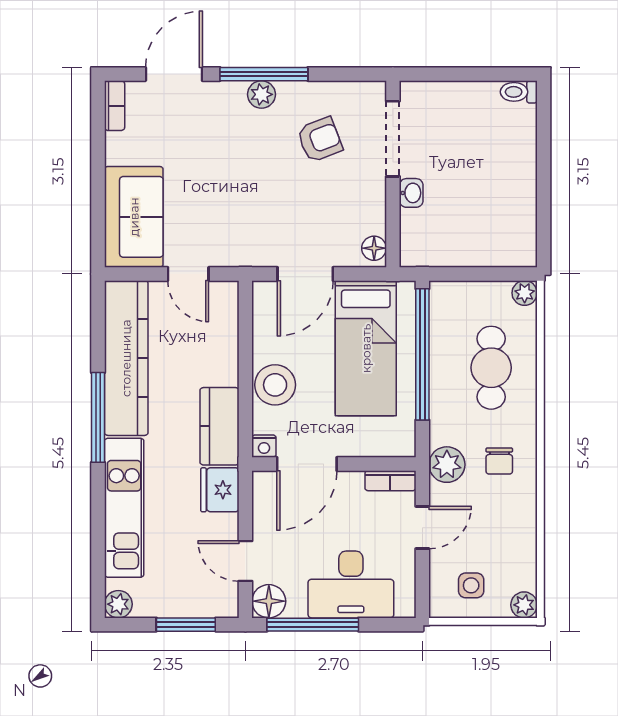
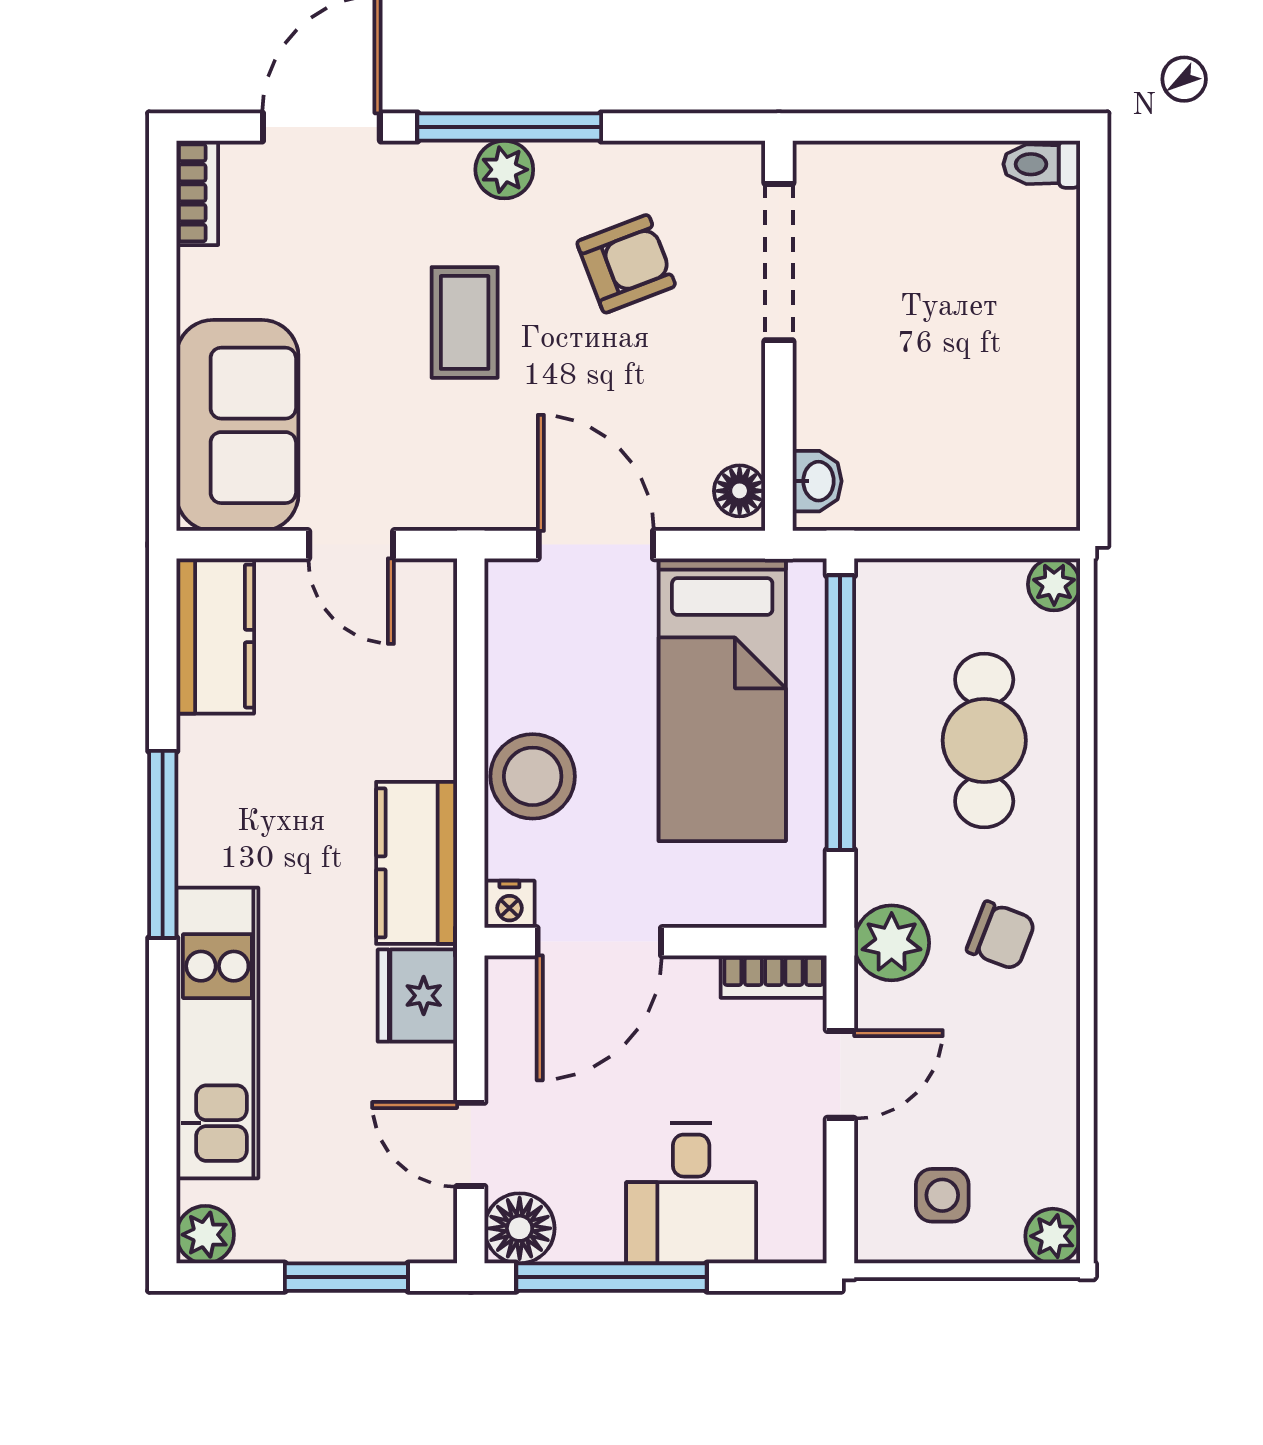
coffee table: (243, 168) -> (465, 322), added
washbasin: (411, 193) -> (817, 481), moved
door: (305, 274) -> (596, 545), swing flipped
kitchen counter: (126, 358) -> (215, 636), width x0.48, depth x0.86
chair: (499, 461) -> (1001, 936), turned -69
desk: (351, 584) -> (691, 1193), width x0.73

